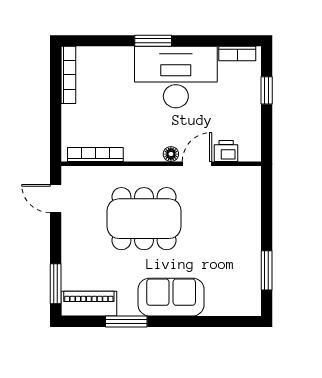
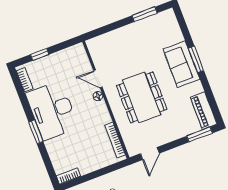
bookcase: (68, 75) -> (69, 176), width x0.64
printer: (226, 151) -> (84, 65), removed
window: (126, 322) -> (196, 59), moved

